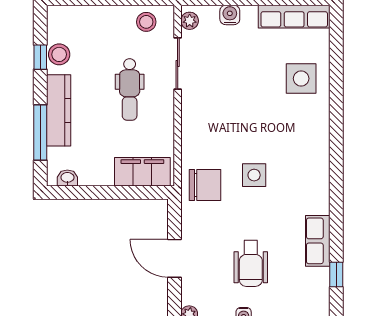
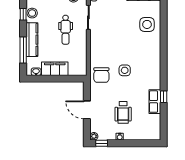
filing cabinet: (142, 172) -> (55, 69), moved
chair: (205, 185) -> (101, 75), turned 90
window: (336, 274) -> (164, 97), moved

